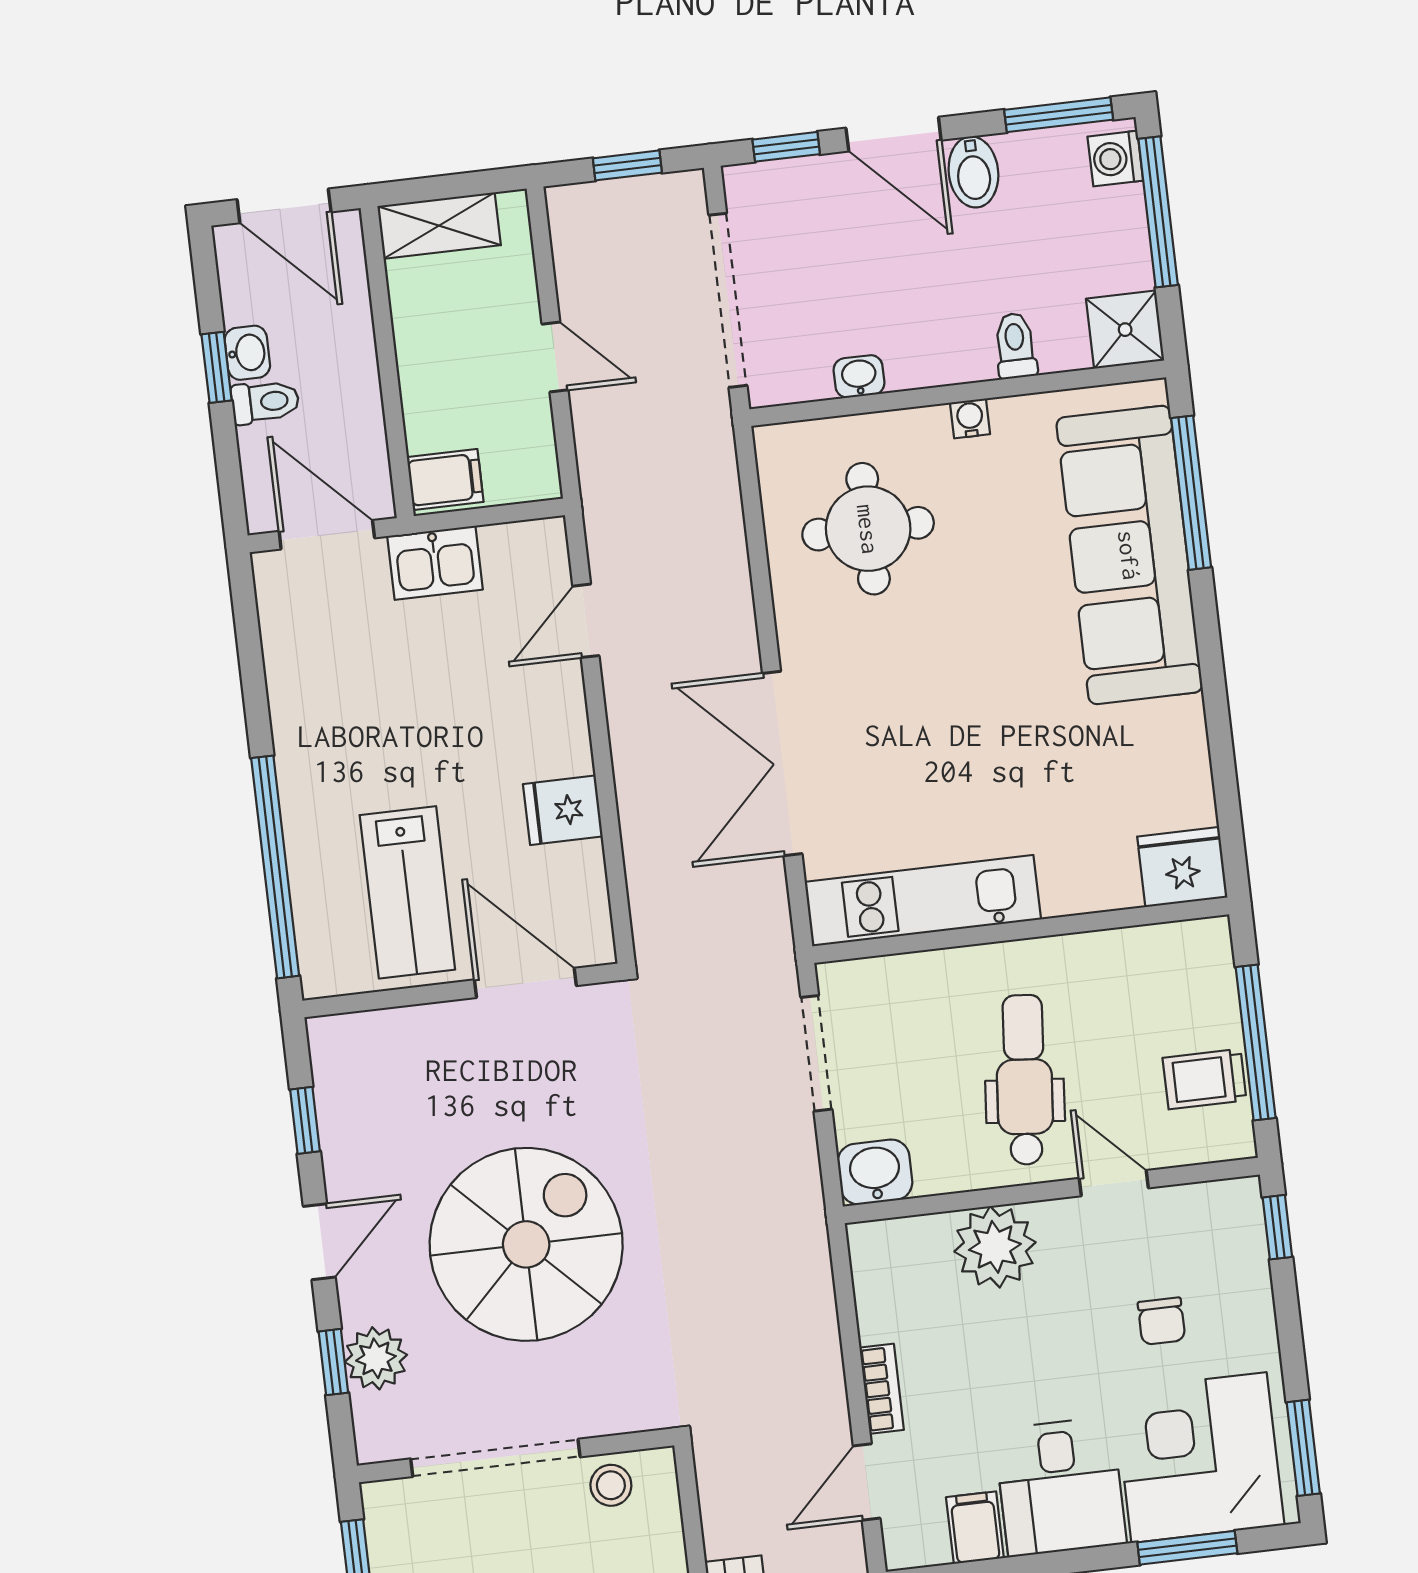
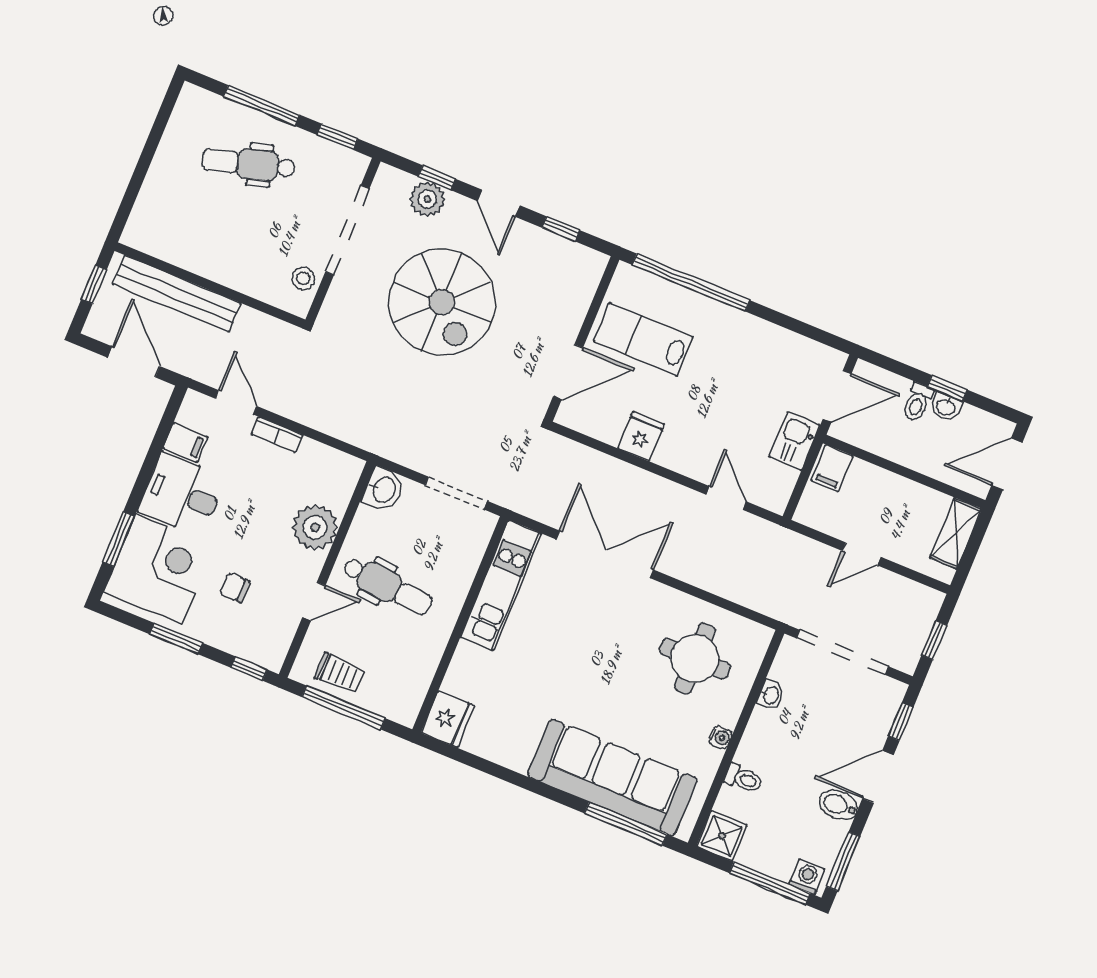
trolley: (1205, 1079) -> (340, 673), turned 90
window: (1303, 1448) -> (176, 639), moved

